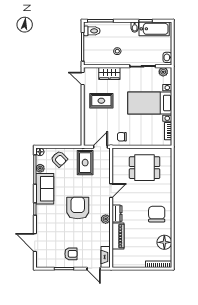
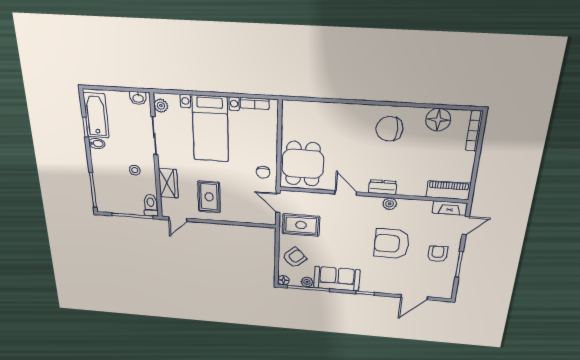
toilet: (92, 31) -> (151, 205), moved
dining table: (145, 168) -> (303, 164), moved
armchair: (78, 208) -> (392, 244), moved
piano: (118, 236) -> (448, 190), moved

